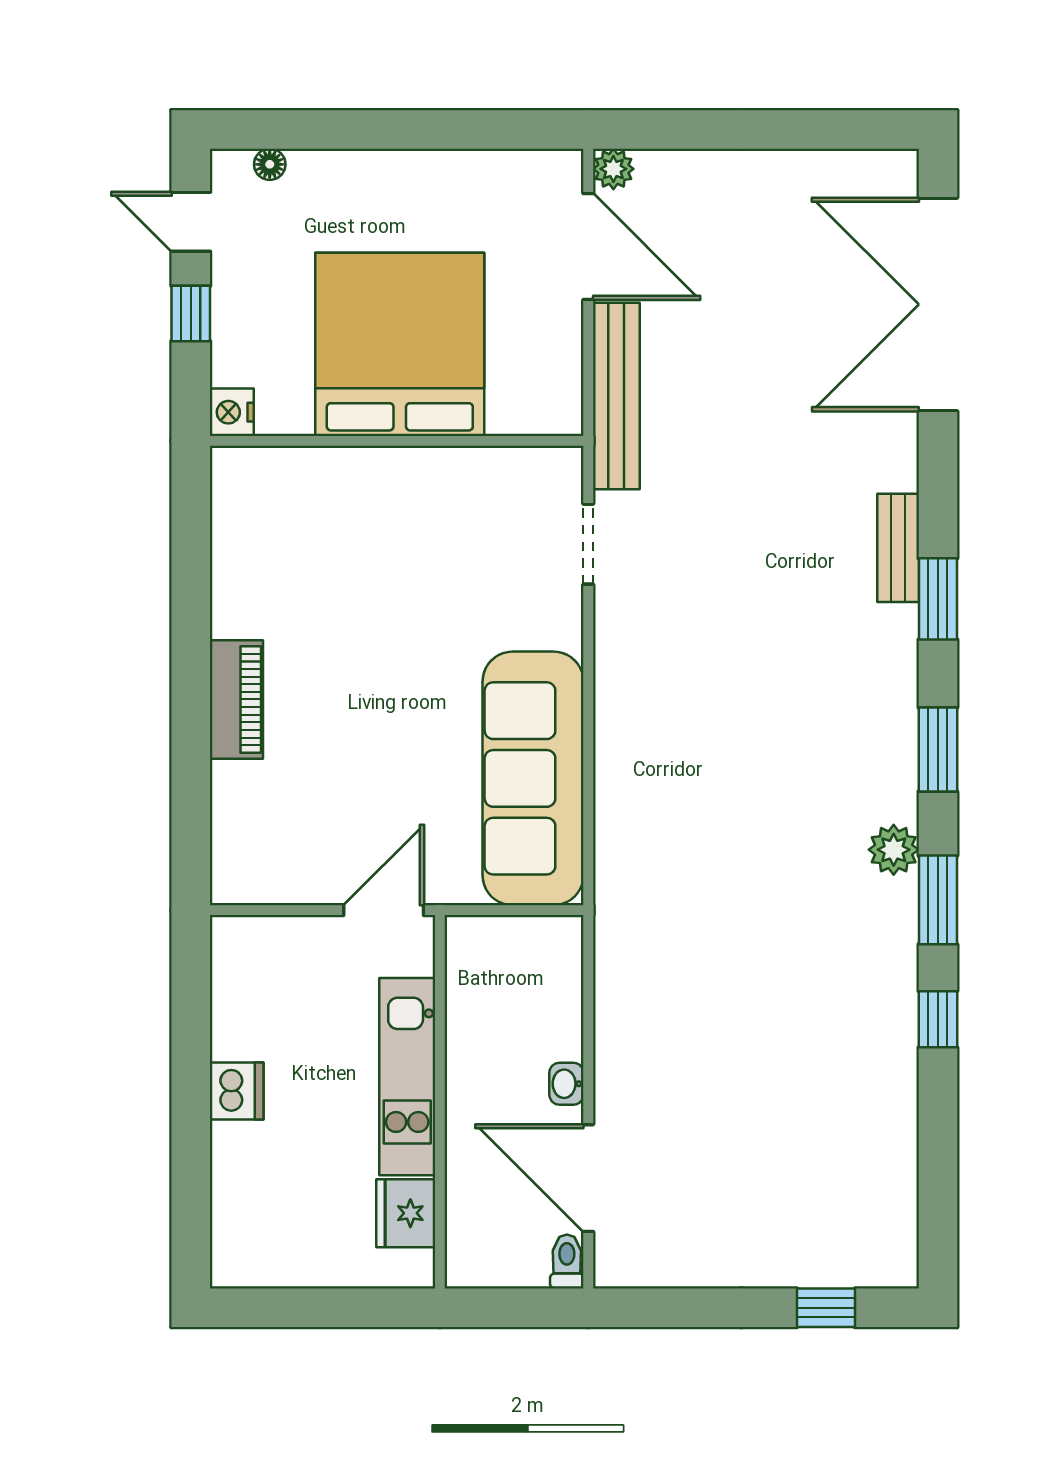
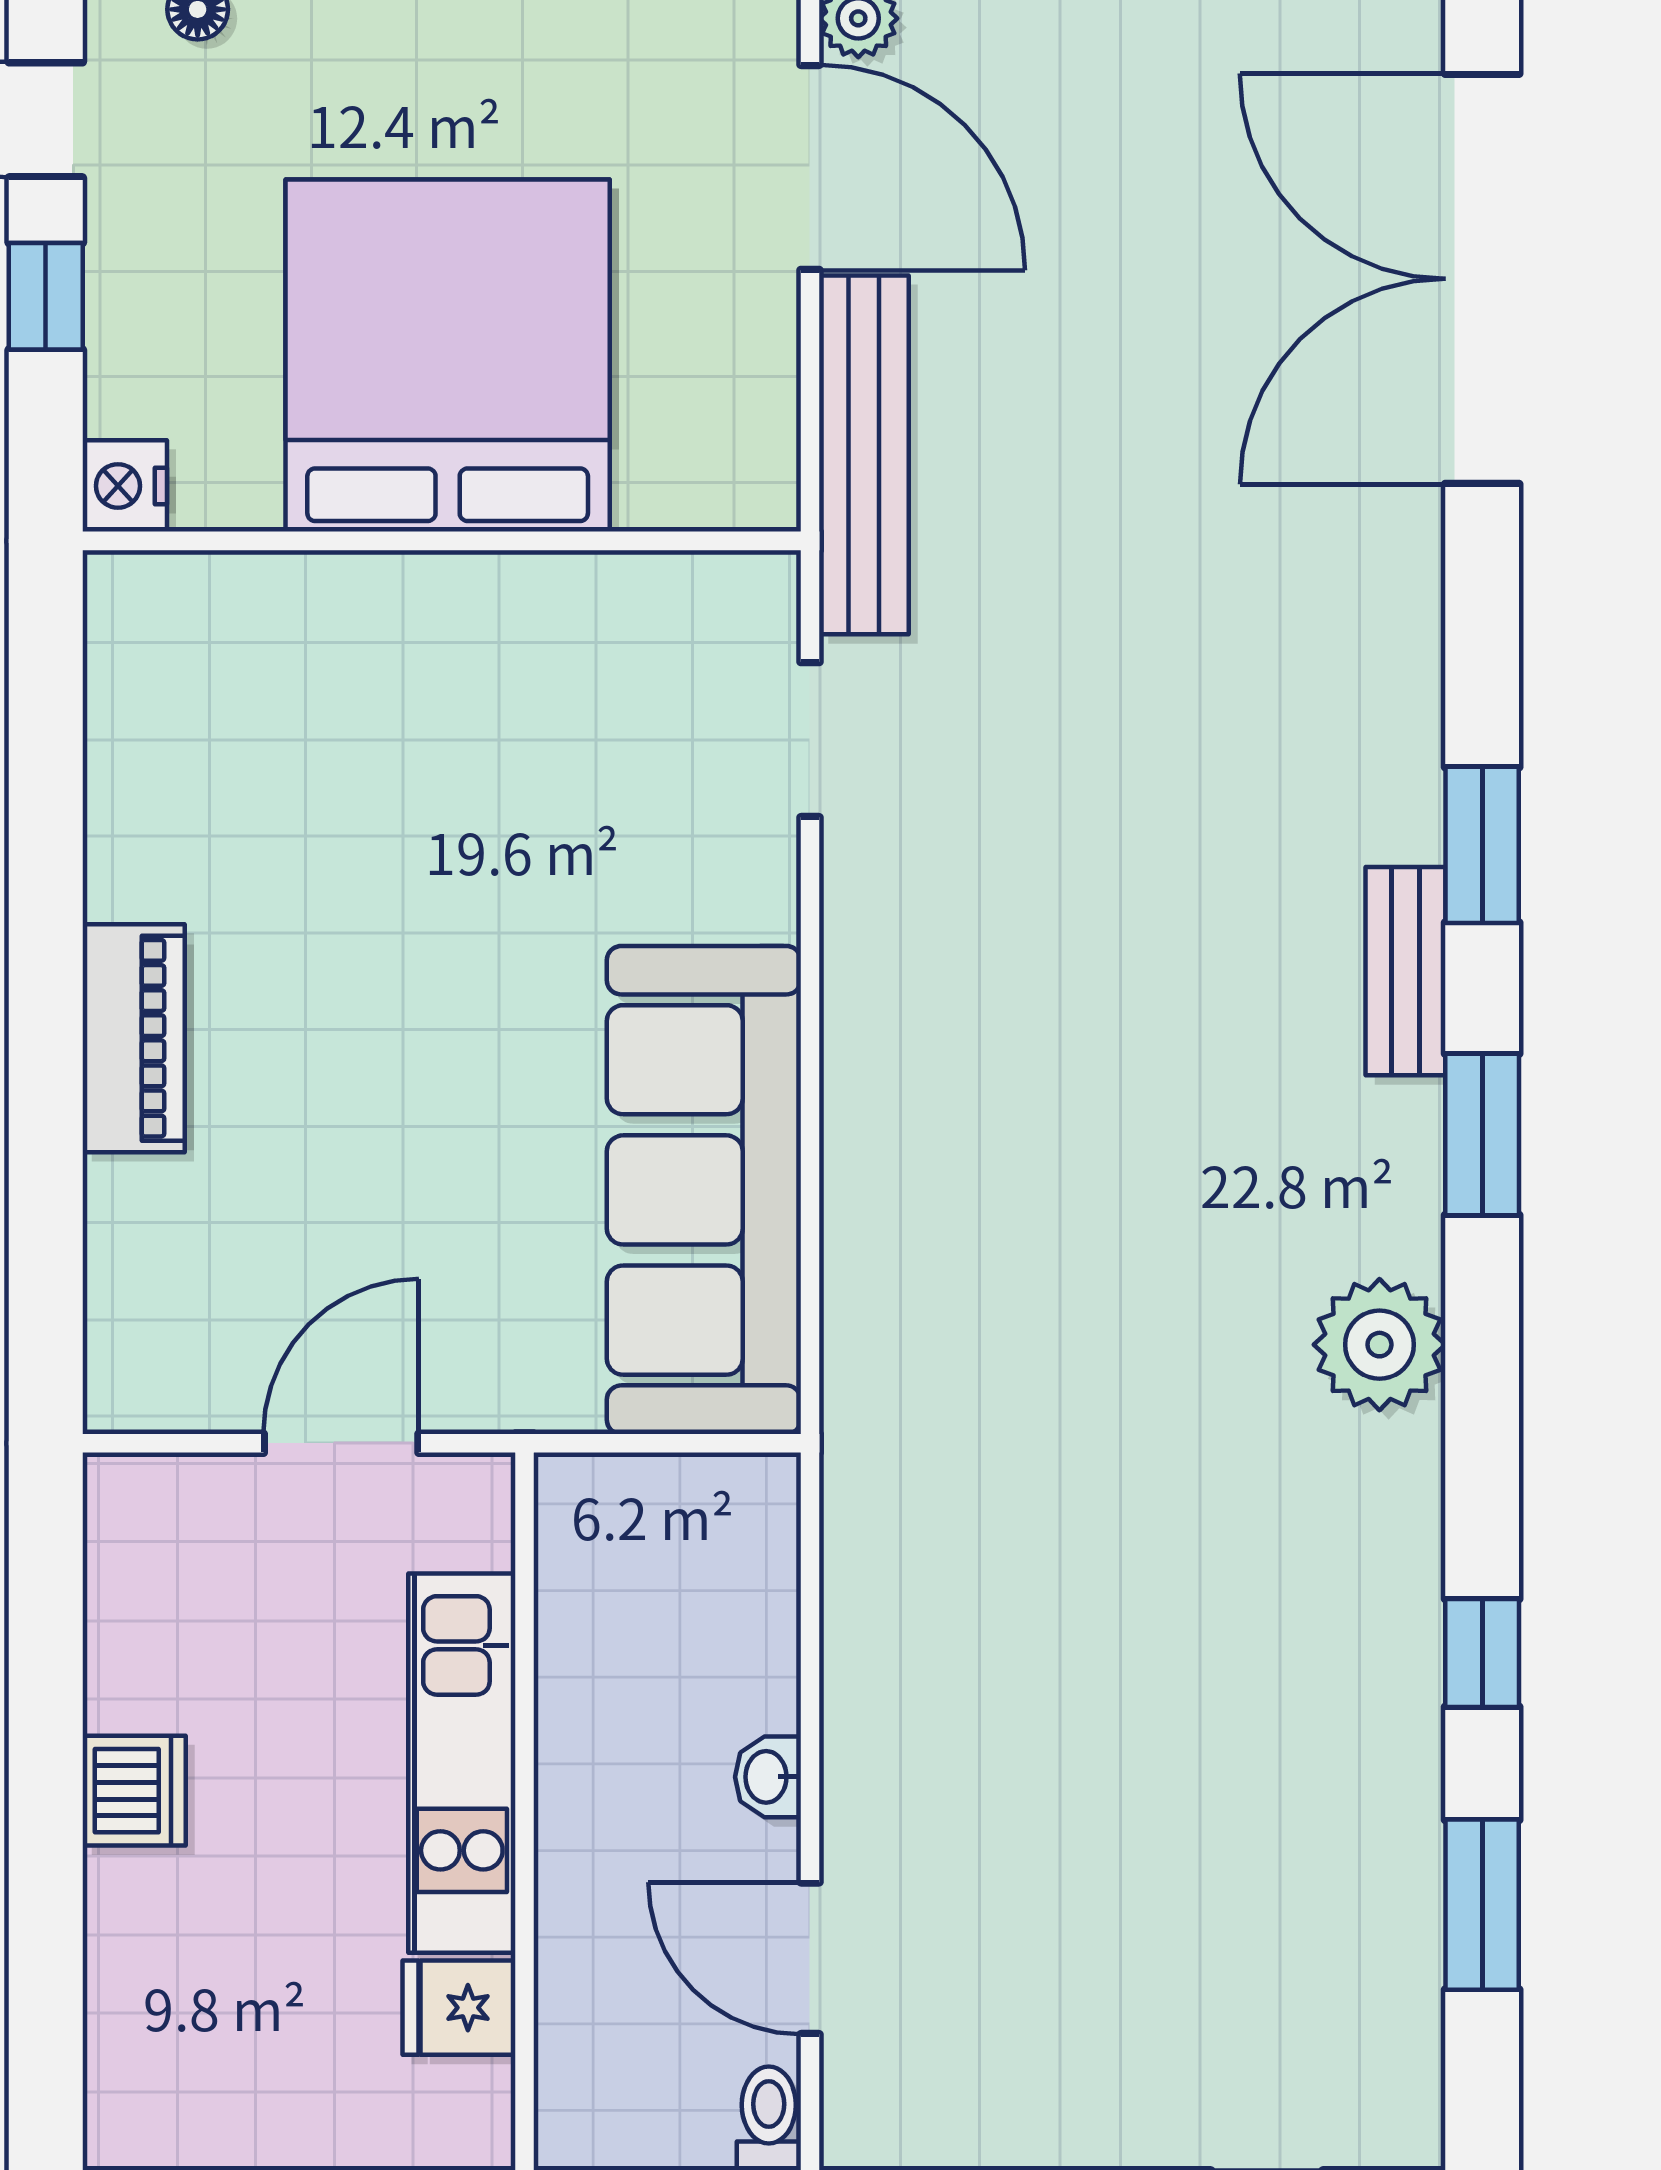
bench: (898, 548) -> (1405, 971), moved
plant: (894, 850) -> (1379, 1345), width x1.36, depth x1.36
window: (938, 900) -> (1482, 1905), moved
door: (384, 910) -> (341, 1443), moved
door: (588, 1178) -> (810, 1958), width x0.73
fridge: (406, 1213) -> (459, 2008), width x0.72

